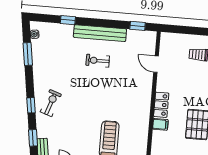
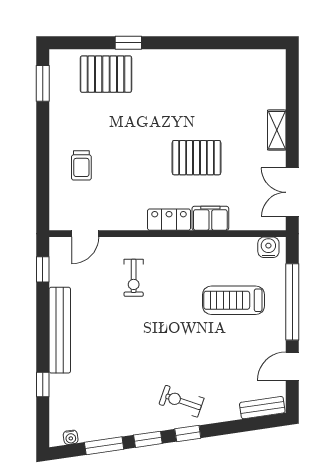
exercise bike: (98, 61) -> (134, 278), moved
door: (156, 64) -> (85, 234), moved
filing cabinet: (160, 124) -> (210, 218), width x2.00
window: (33, 138) -> (148, 439), moved

